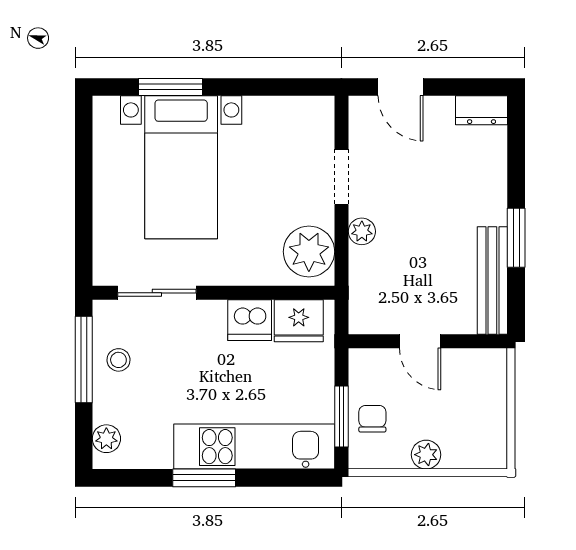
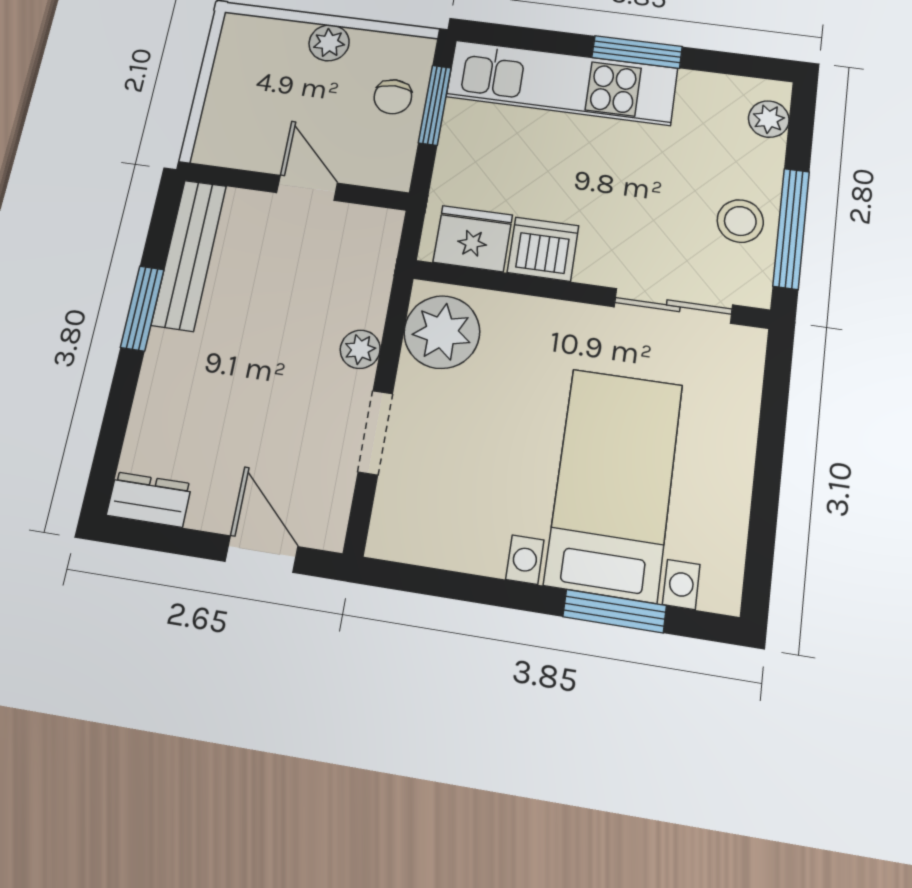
stool: (118, 360) -> (740, 221), width x1.37, depth x1.37

